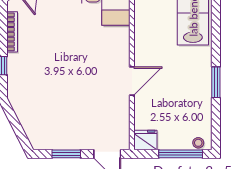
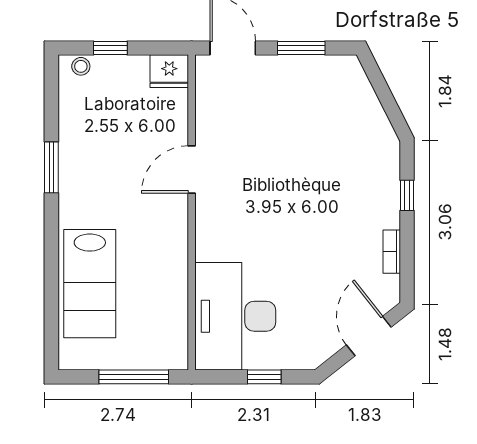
bookcase: (12, 32) -> (392, 252), width x0.64
window: (181, 154) -> (110, 48), width x0.46

